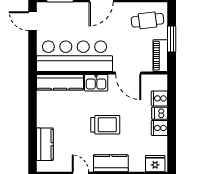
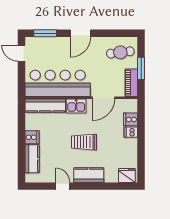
door: (128, 73) -> (104, 98), hinge flipped
trolley: (105, 125) -> (84, 142), turned 180
cooker: (159, 128) -> (32, 137), moved, turned 180

